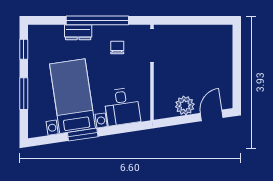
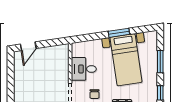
plant: (185, 105) -> (47, 53), removed
desk: (122, 107) -> (84, 69), moved, turned -82

